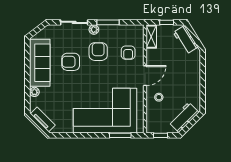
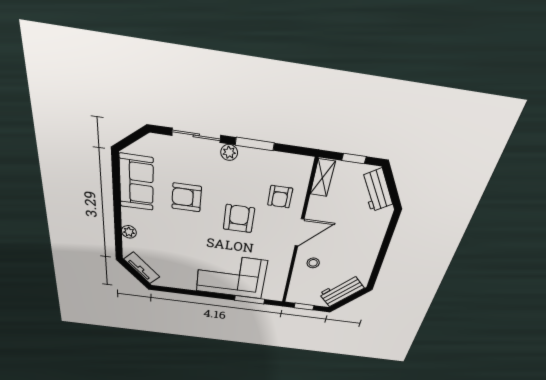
armchair: (98, 52) -> (239, 219), moved
sofa: (40, 63) -> (136, 182), width x0.73
corner sofa: (105, 111) -> (231, 276), width x0.73, depth x0.74

